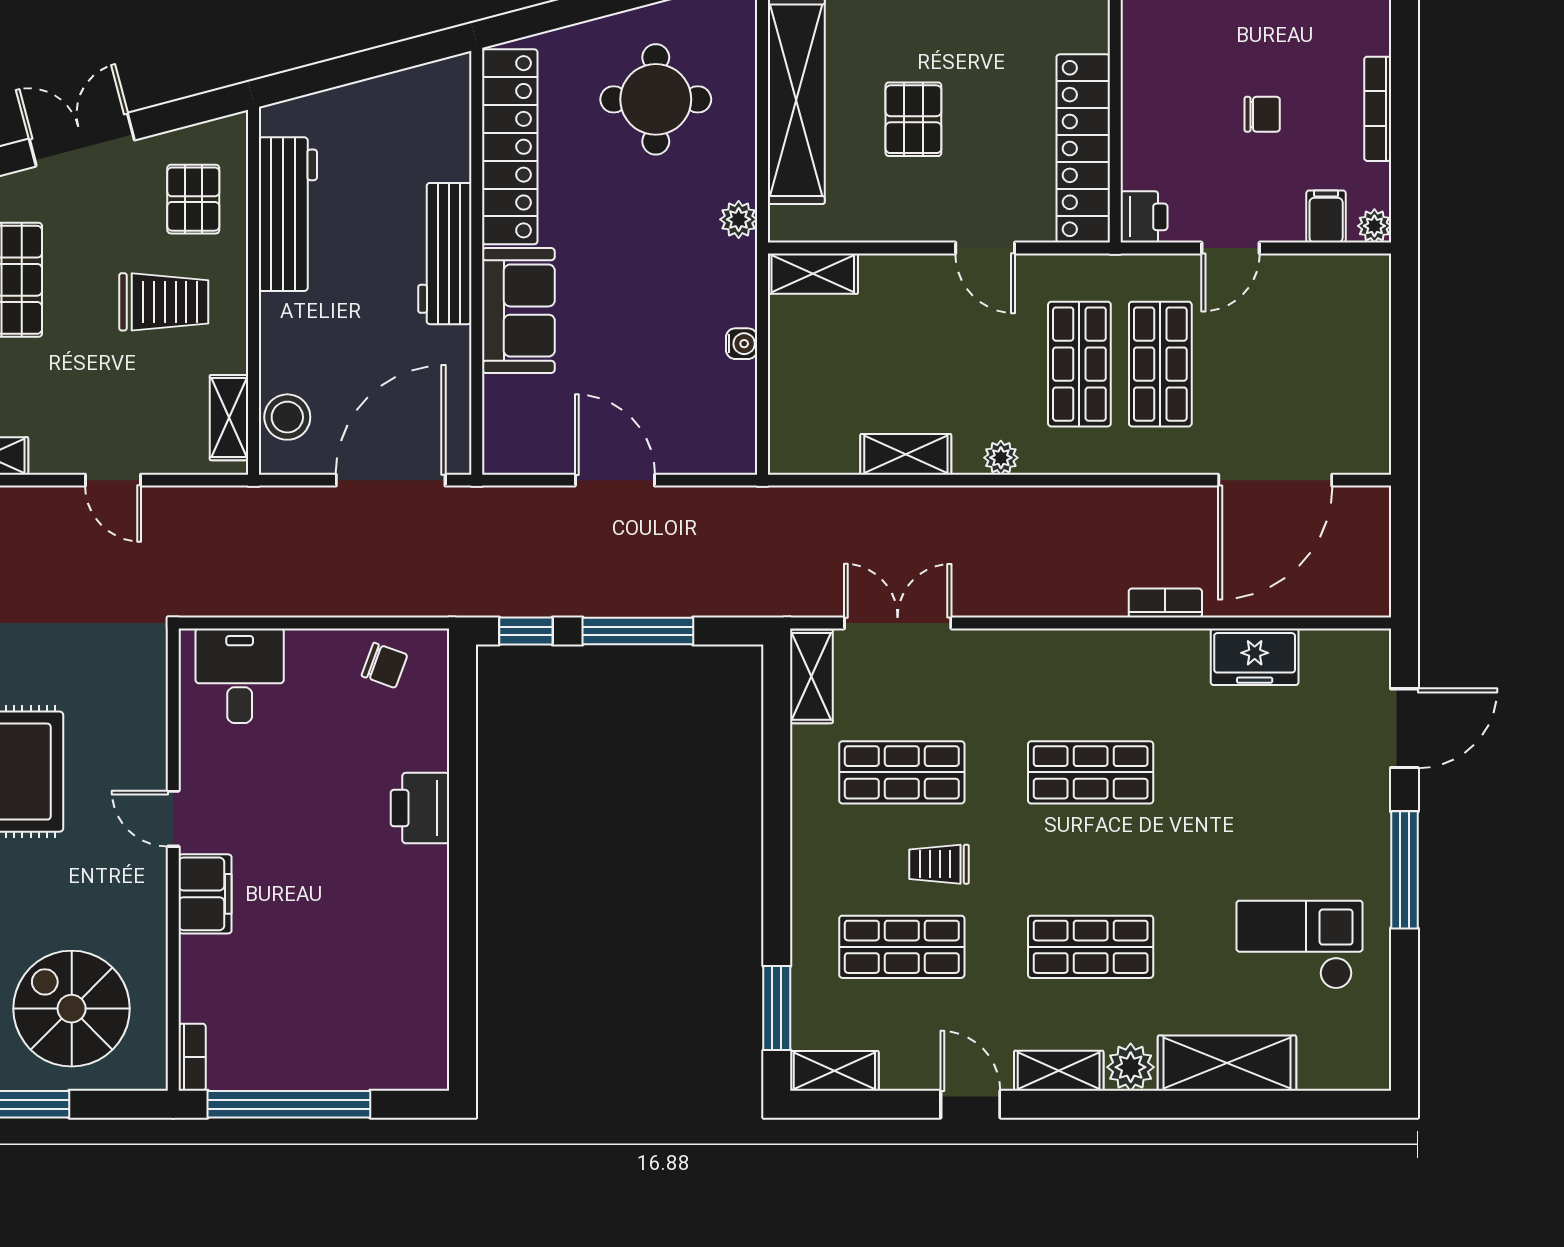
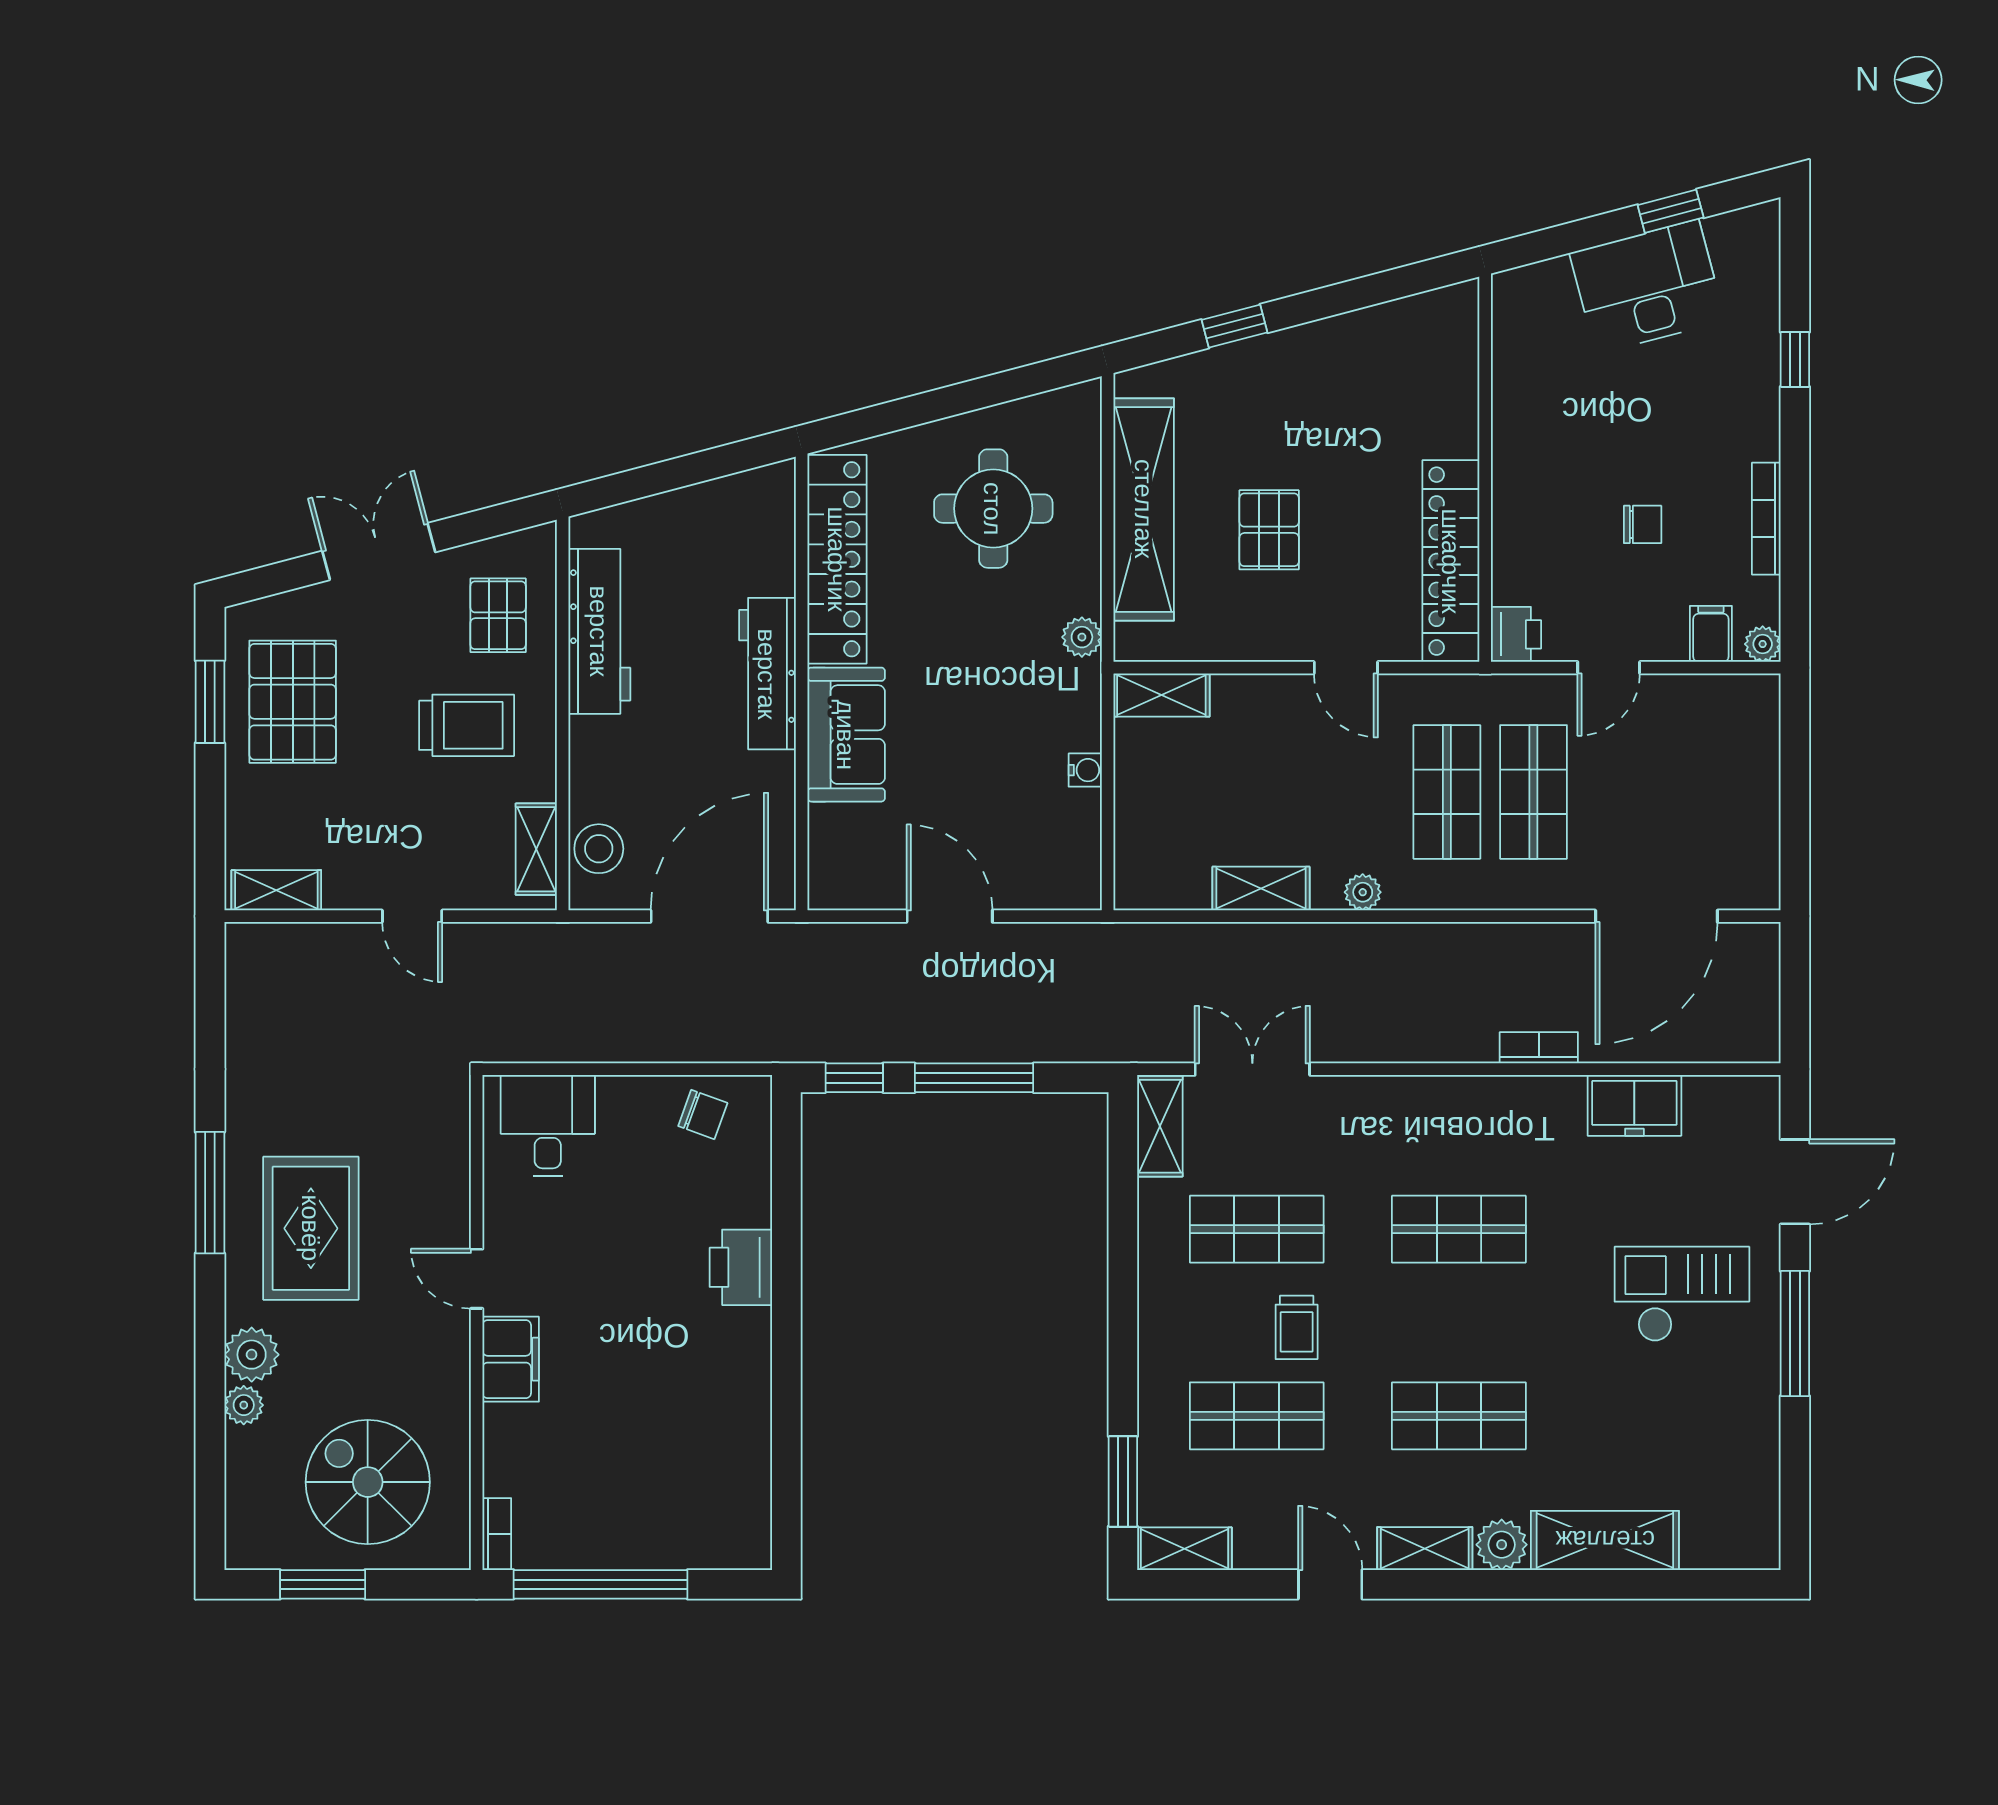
trolley: (939, 864) -> (1297, 1327), turned -90
checkout: (1300, 945) -> (1682, 1294), moved

